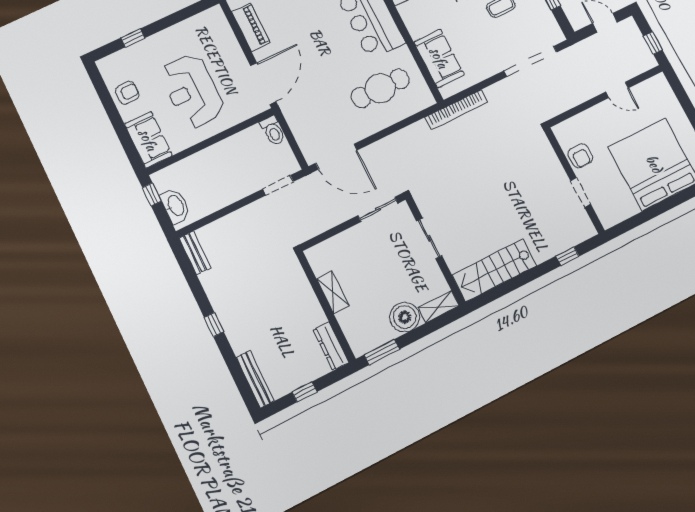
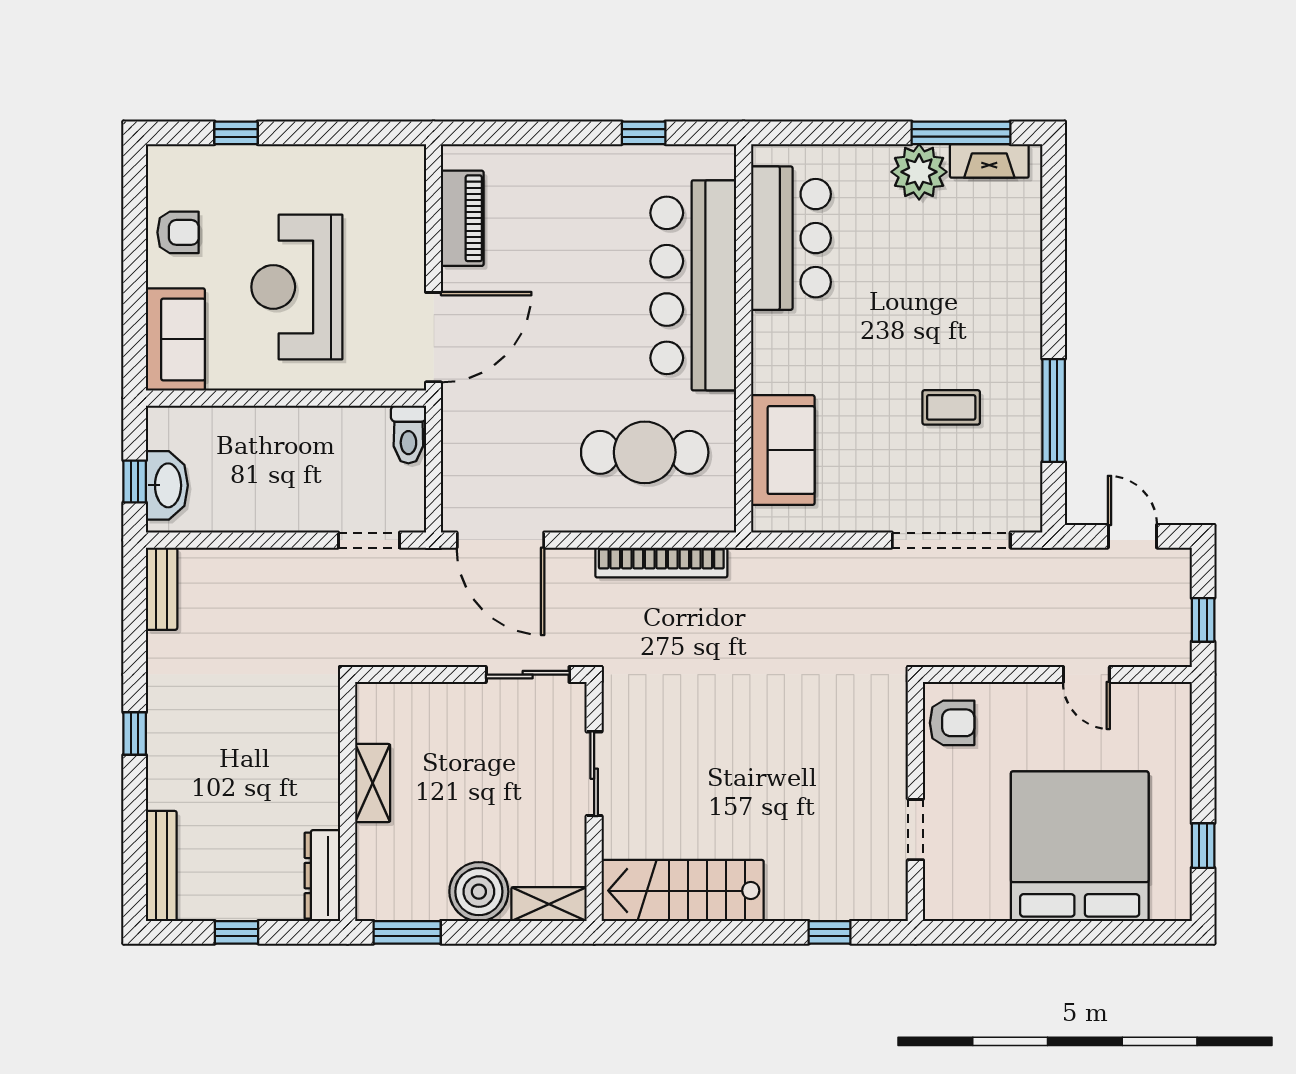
bookcase: (456, 110) -> (661, 562), moved
armchair: (580, 156) -> (952, 723), moved, turned -90
window: (152, 194) -> (135, 481), moved

